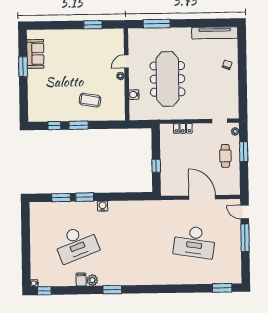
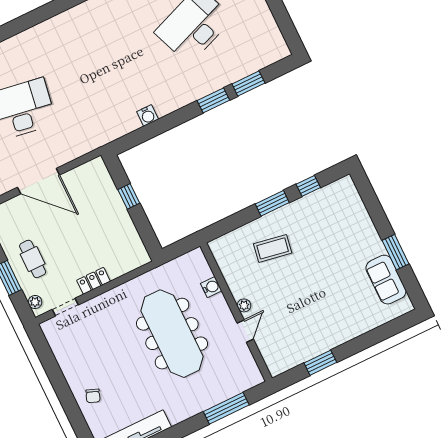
locker: (183, 128) -> (94, 281), moved
water cooler: (103, 206) -> (148, 115), moved

